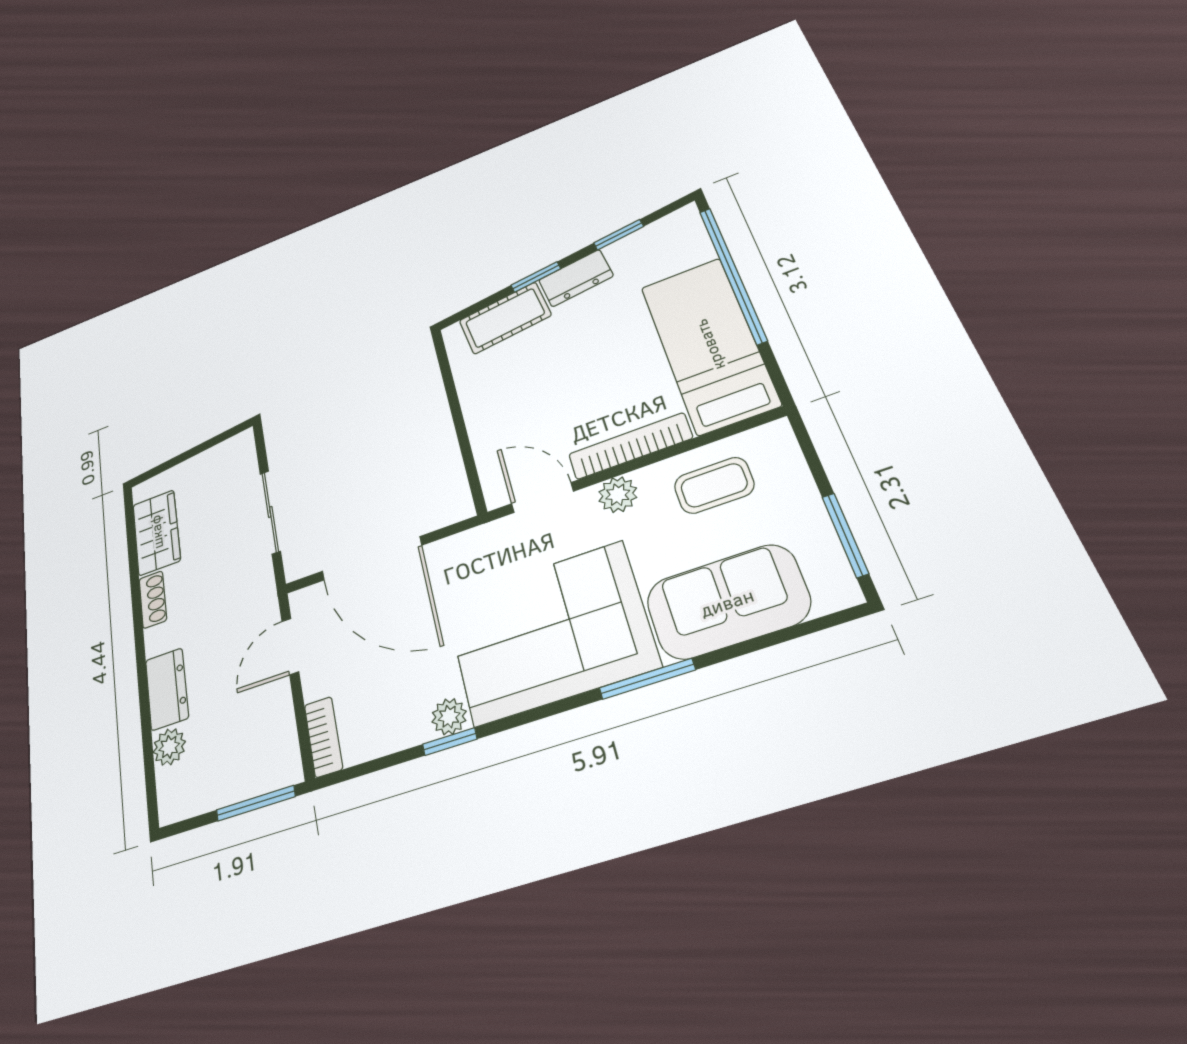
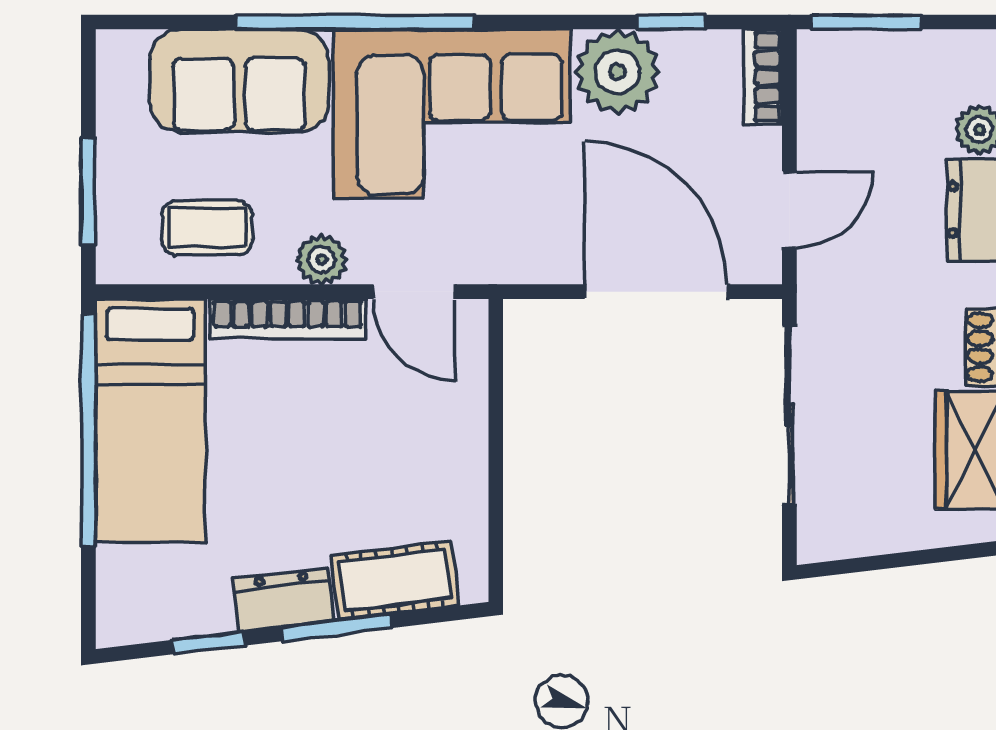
window: (733, 274) -> (88, 430), moved
window: (536, 277) -> (336, 627), width x1.50
sliding door: (270, 512) -> (789, 415), width x1.37
window: (845, 535) -> (88, 191), moved
window: (647, 679) -> (355, 22), width x2.11
plant: (449, 717) -> (618, 72), width x1.88, depth x1.88
window: (450, 742) -> (671, 22), moved

